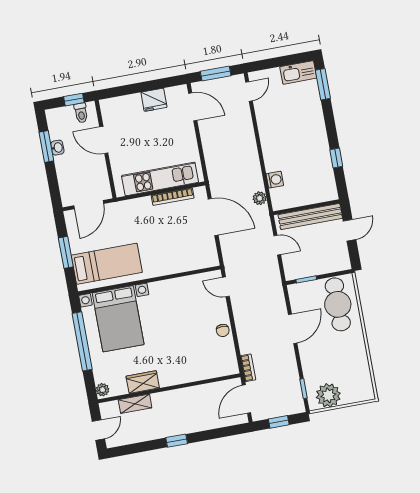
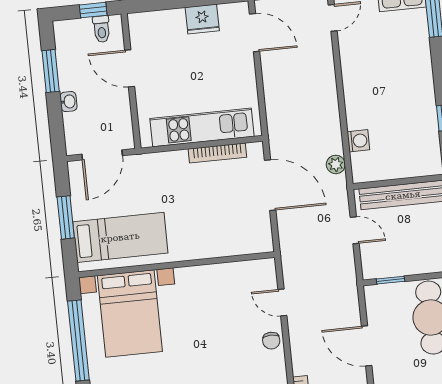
washbasin: (57, 148) -> (68, 102), moved
door: (226, 287) -> (282, 303), moved
door: (293, 329) -> (367, 346), swing flipped

